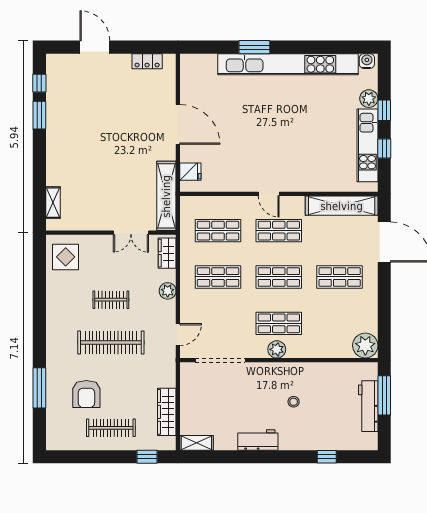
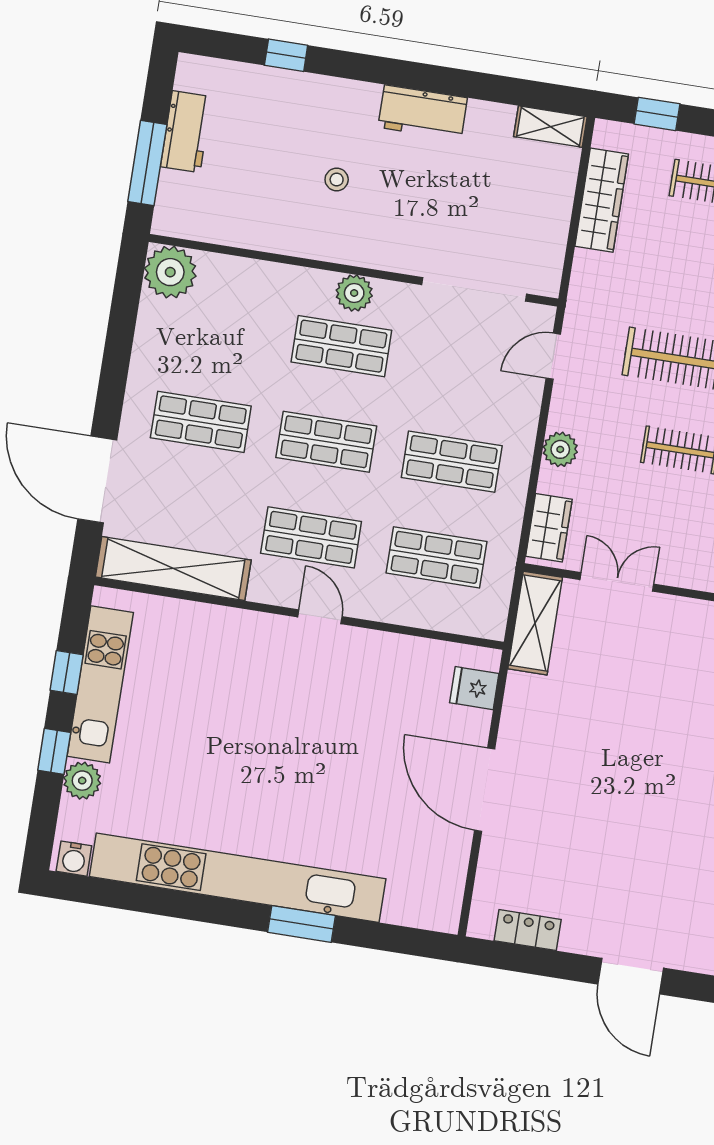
shelving: (166, 196) -> (535, 623), width x0.68
workbench: (368, 406) -> (186, 132), width x0.73

